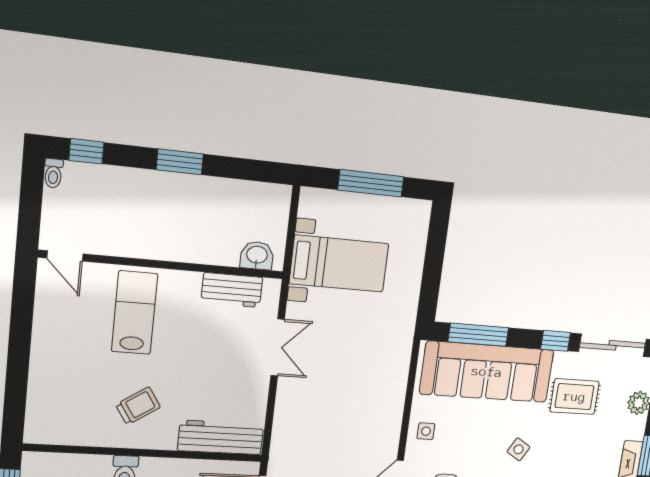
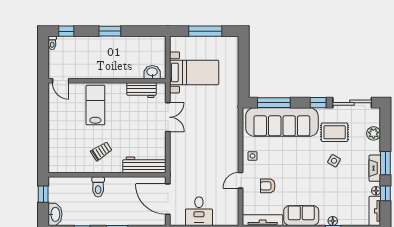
side table: (519, 449) -> (334, 161), moved

